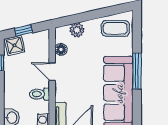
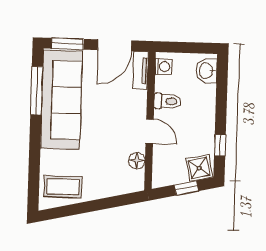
plant: (77, 30) -> (114, 186), removed
window: (137, 71) -> (37, 91), moved

